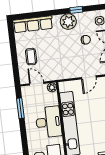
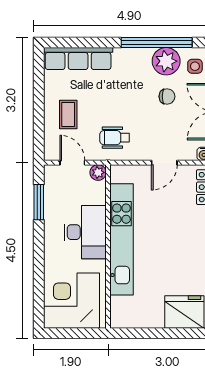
window: (76, 10) -> (157, 43), width x3.17
plant: (68, 22) -> (166, 61), moved
wheelchair: (59, 67) -> (115, 138), added

